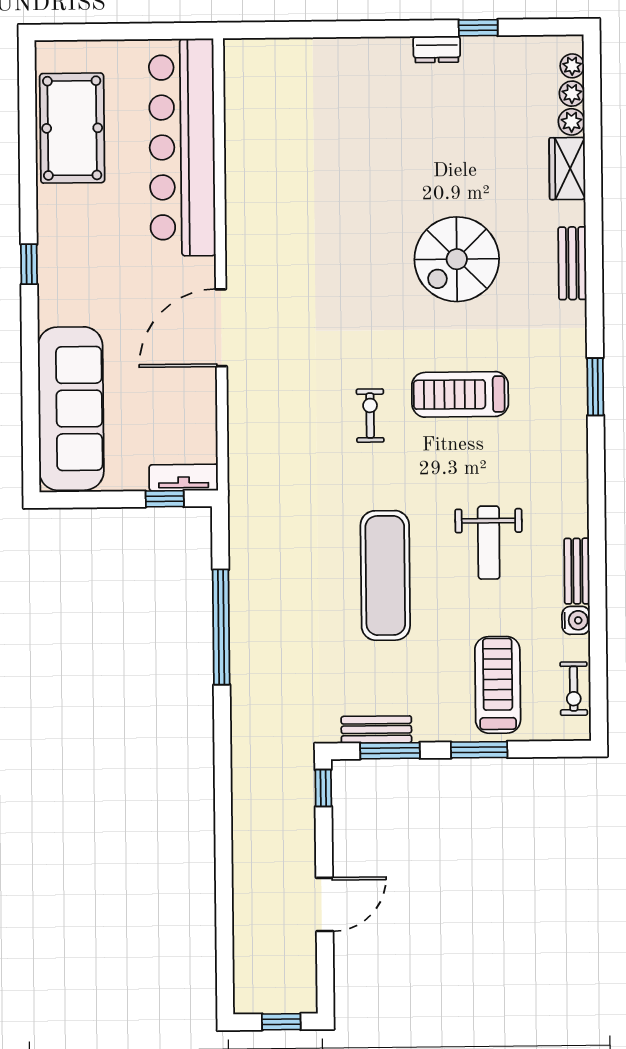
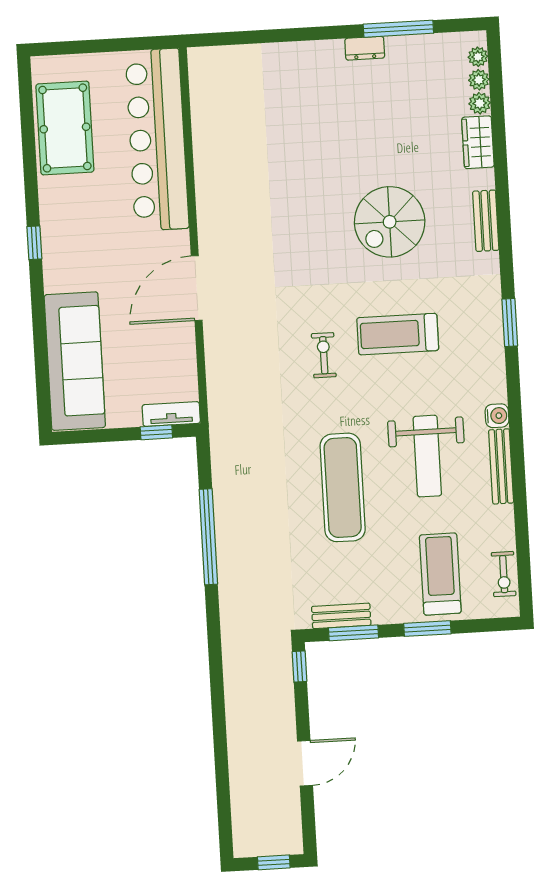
window: (478, 28) -> (398, 29), width x2.17
weight bench: (489, 543) -> (427, 456), width x1.36, depth x1.33
bench: (577, 571) -> (501, 466), width x1.36
water cooler: (576, 620) -> (497, 416), moved

